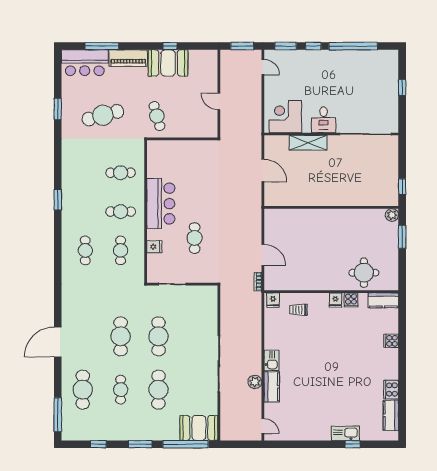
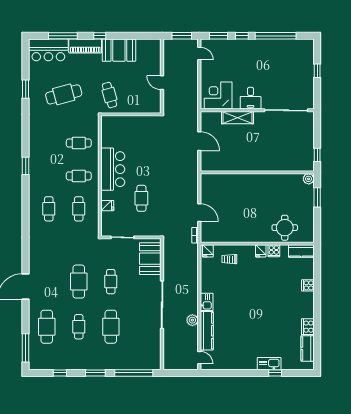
window: (170, 46) -> (100, 36), moved
cafe table: (158, 336) -> (111, 282), width x0.73, depth x0.74
kitchen counter: (272, 387) -> (207, 331), width x1.50
booth: (199, 428) -> (150, 259), moved, turned 90

